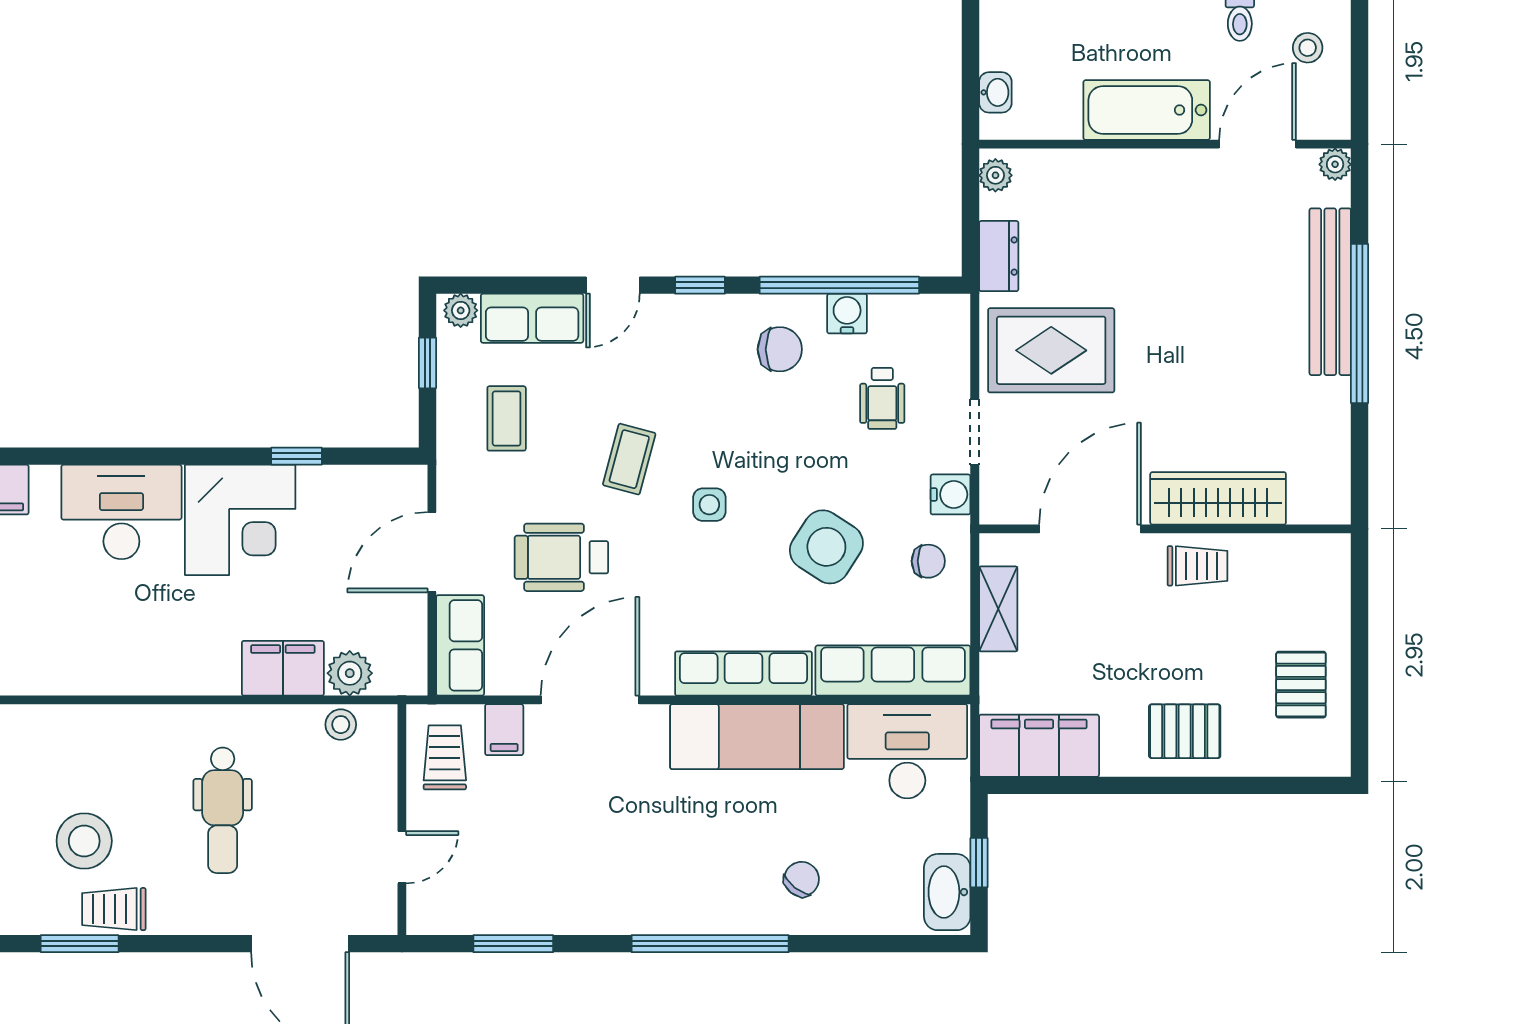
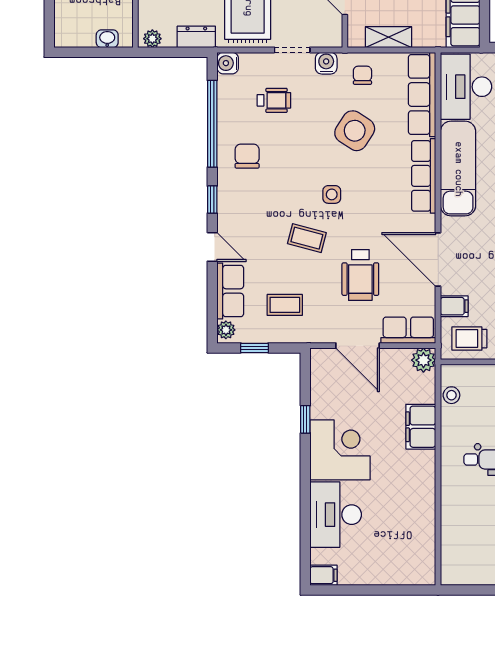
water cooler: (847, 314) -> (228, 63), moved
plant: (350, 673) -> (423, 360), moved

